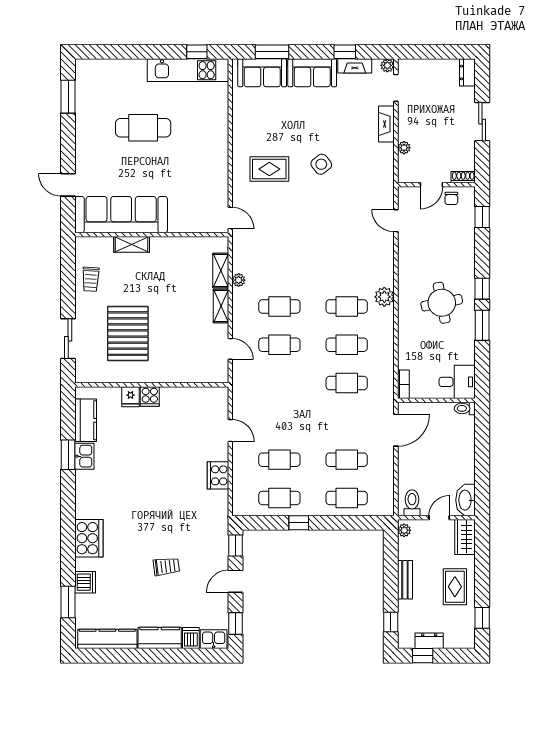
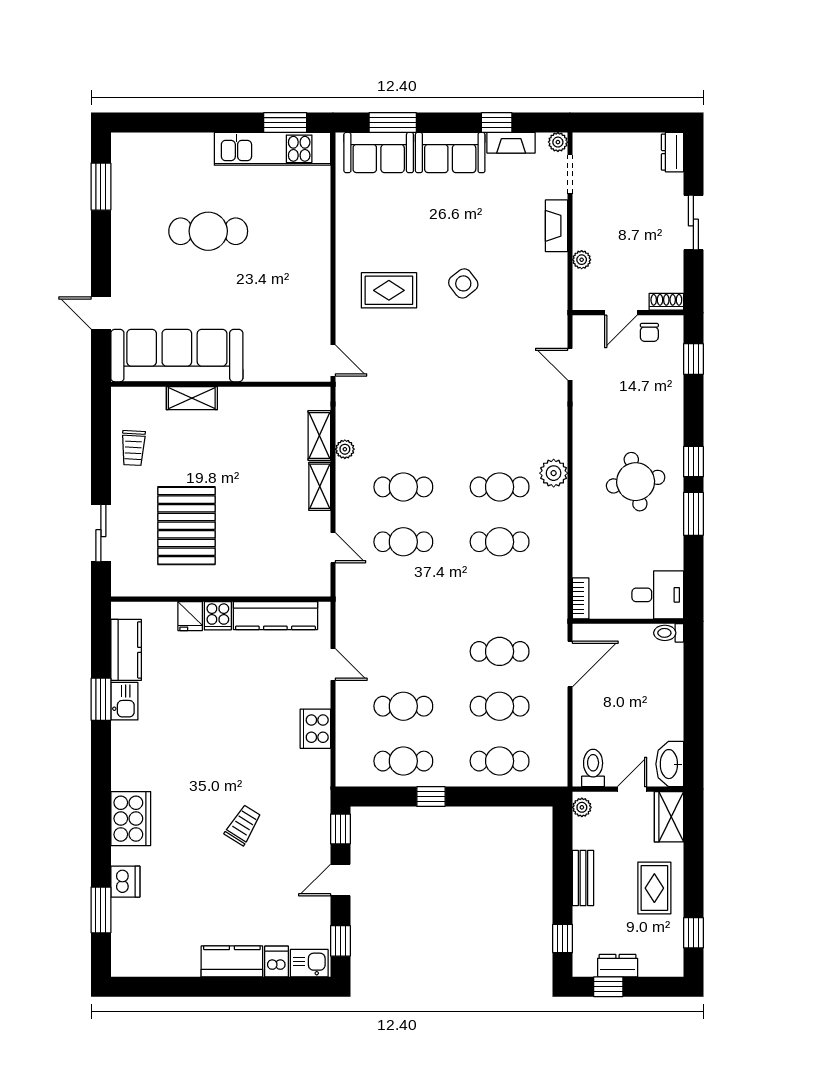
window: (197, 52) -> (285, 123), width x1.50
cafe table: (347, 383) -> (500, 651), moved
trolley: (166, 566) -> (243, 825), moved, turned -51
kitchen counter: (107, 639) -> (275, 616), moved, turned 180

